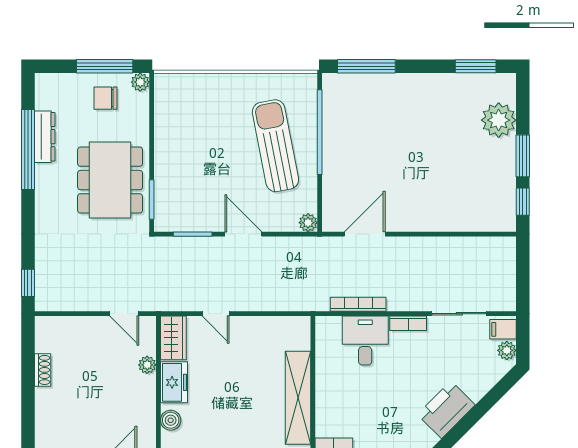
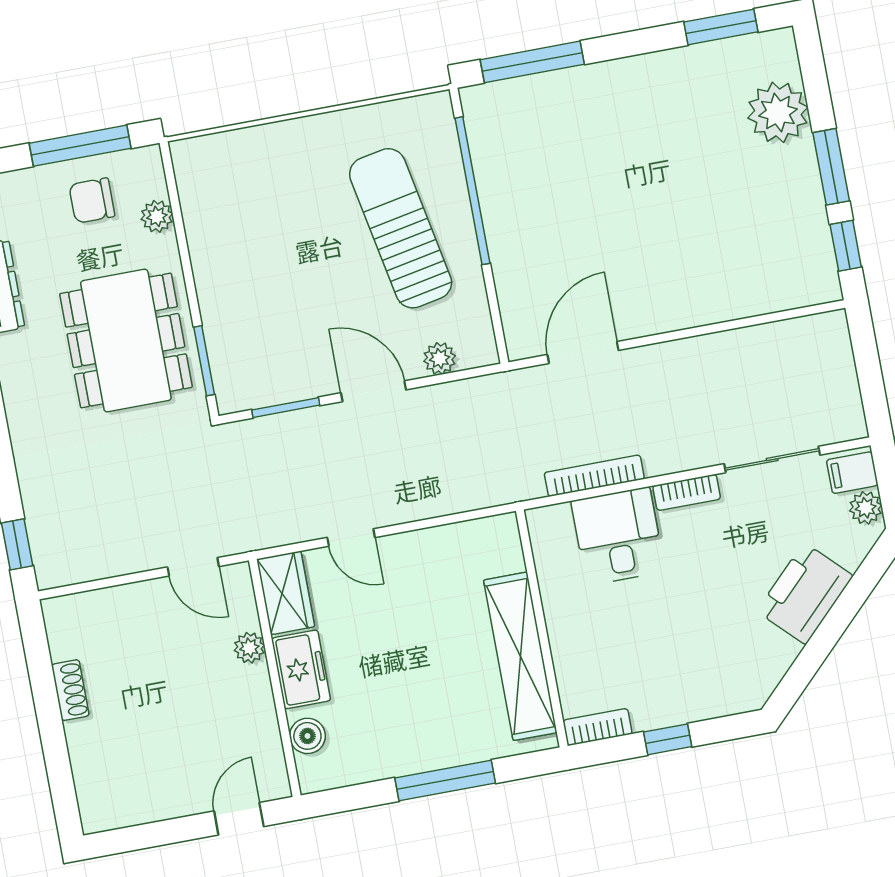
plant: (140, 82) -> (157, 216), moved
plant: (308, 223) -> (440, 359), moved
printer: (446, 410) -> (805, 593), moved

